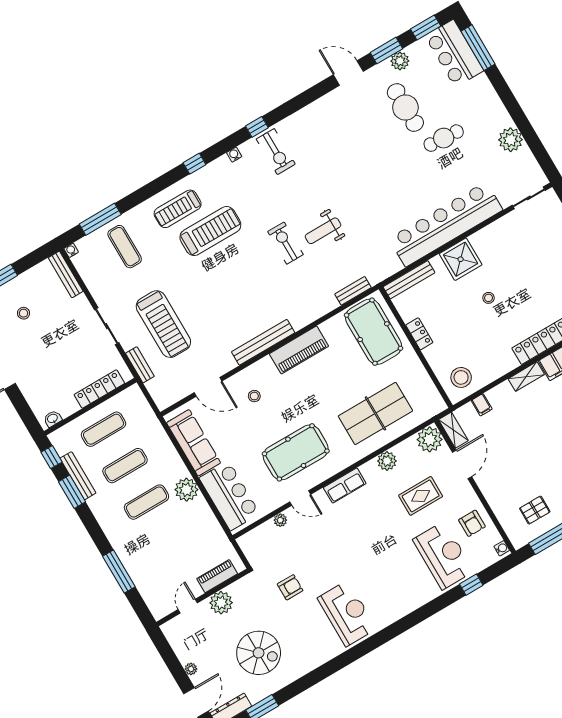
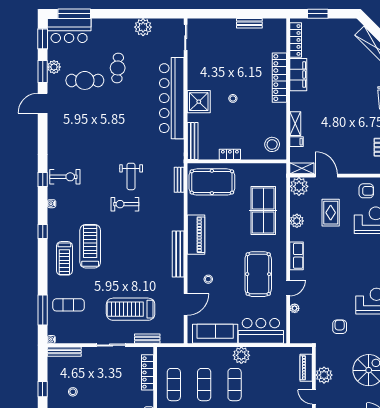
treadmill: (163, 324) -> (131, 309), turned 180
shelving: (526, 377) -> (295, 124), moved

